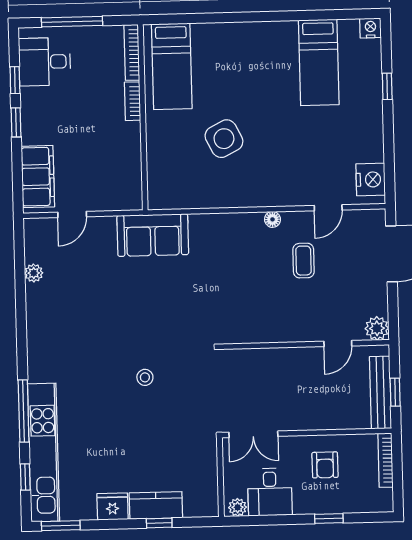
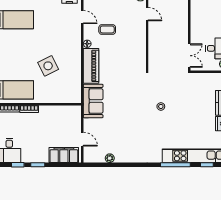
piano: (226, 229) -> (91, 66), added
armchair: (325, 465) -> (205, 22), removed

